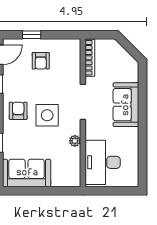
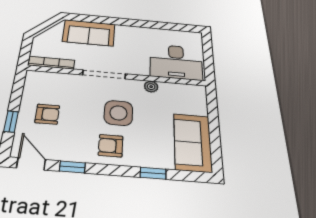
sofa: (126, 105) -> (89, 33), moved

